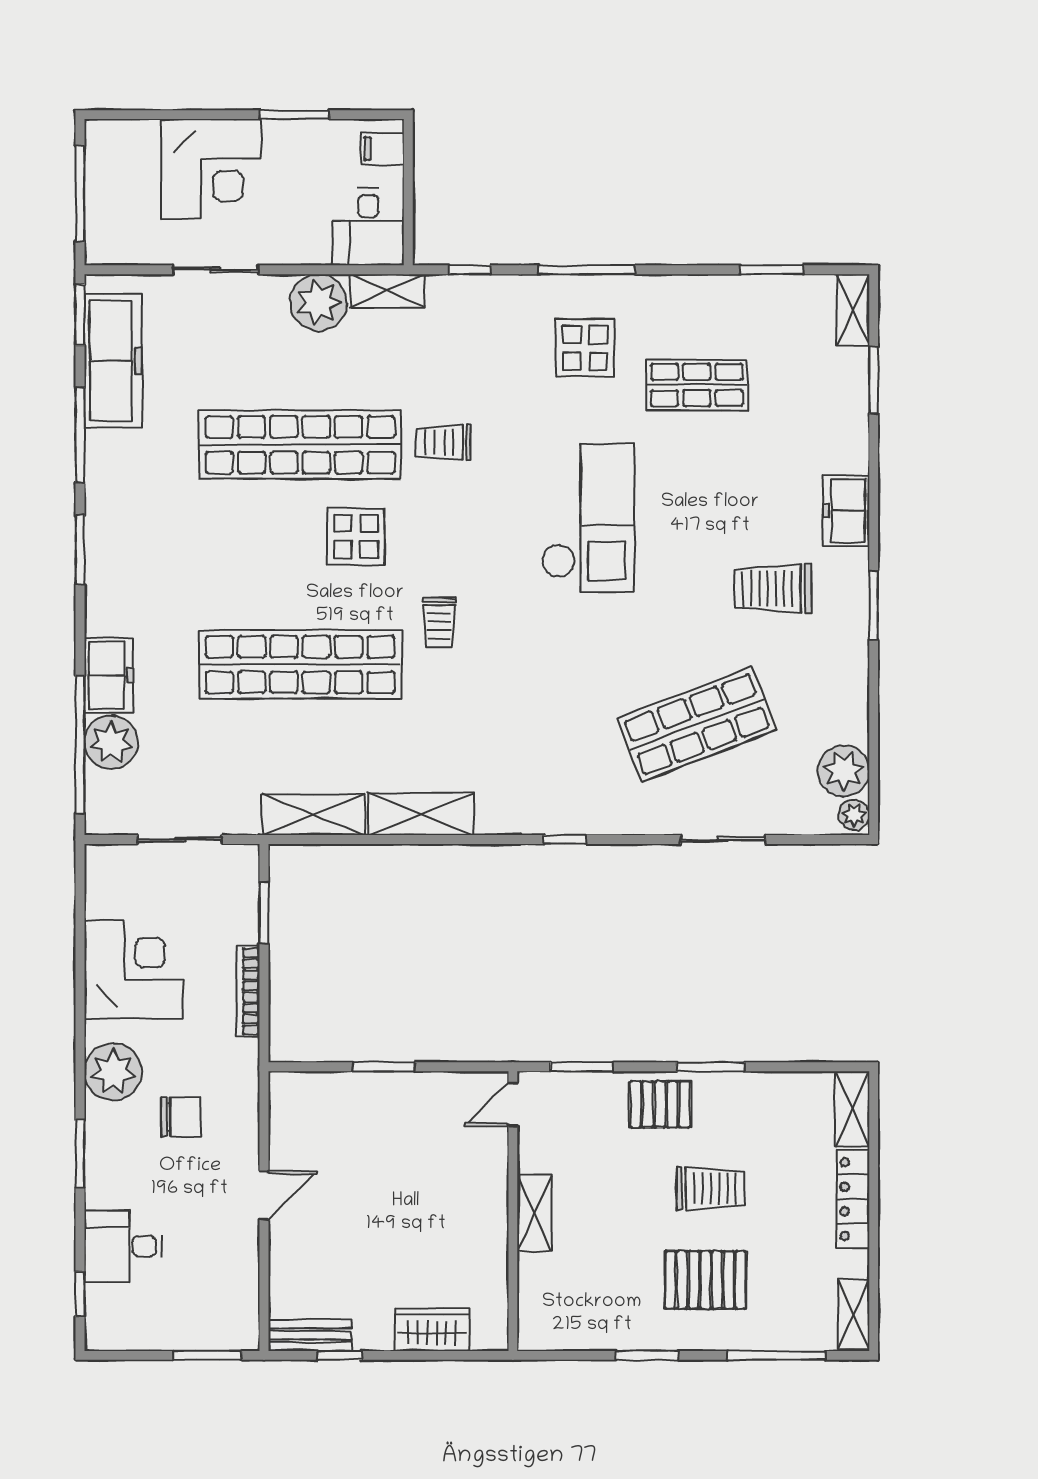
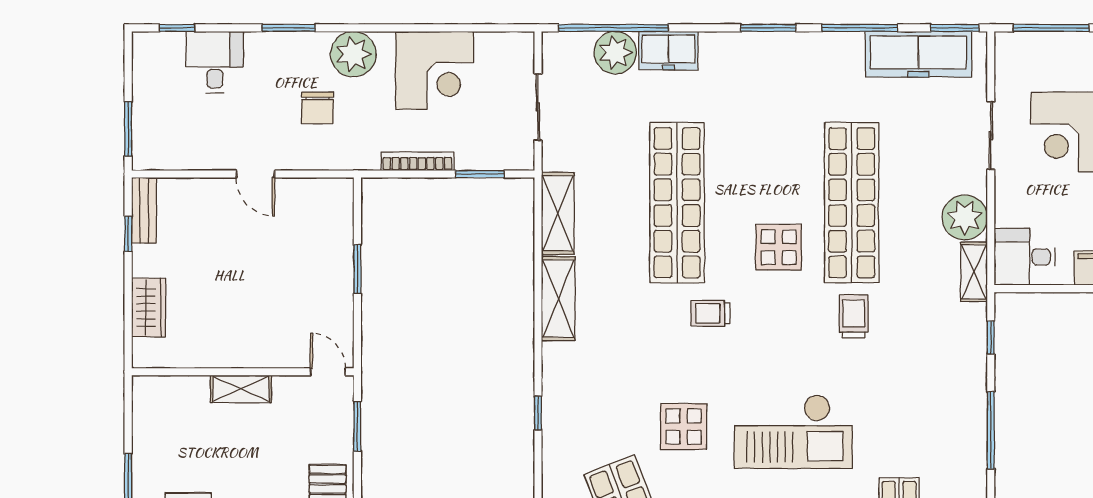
display table: (585, 348) -> (684, 427), moved

